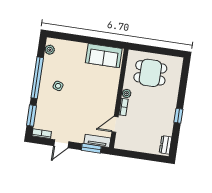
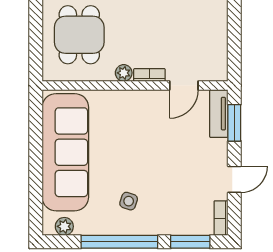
sofa: (104, 56) -> (65, 152), width x1.85, depth x1.27
door: (115, 124) -> (184, 85), hinge flipped
door: (61, 144) -> (234, 179), hinge flipped

